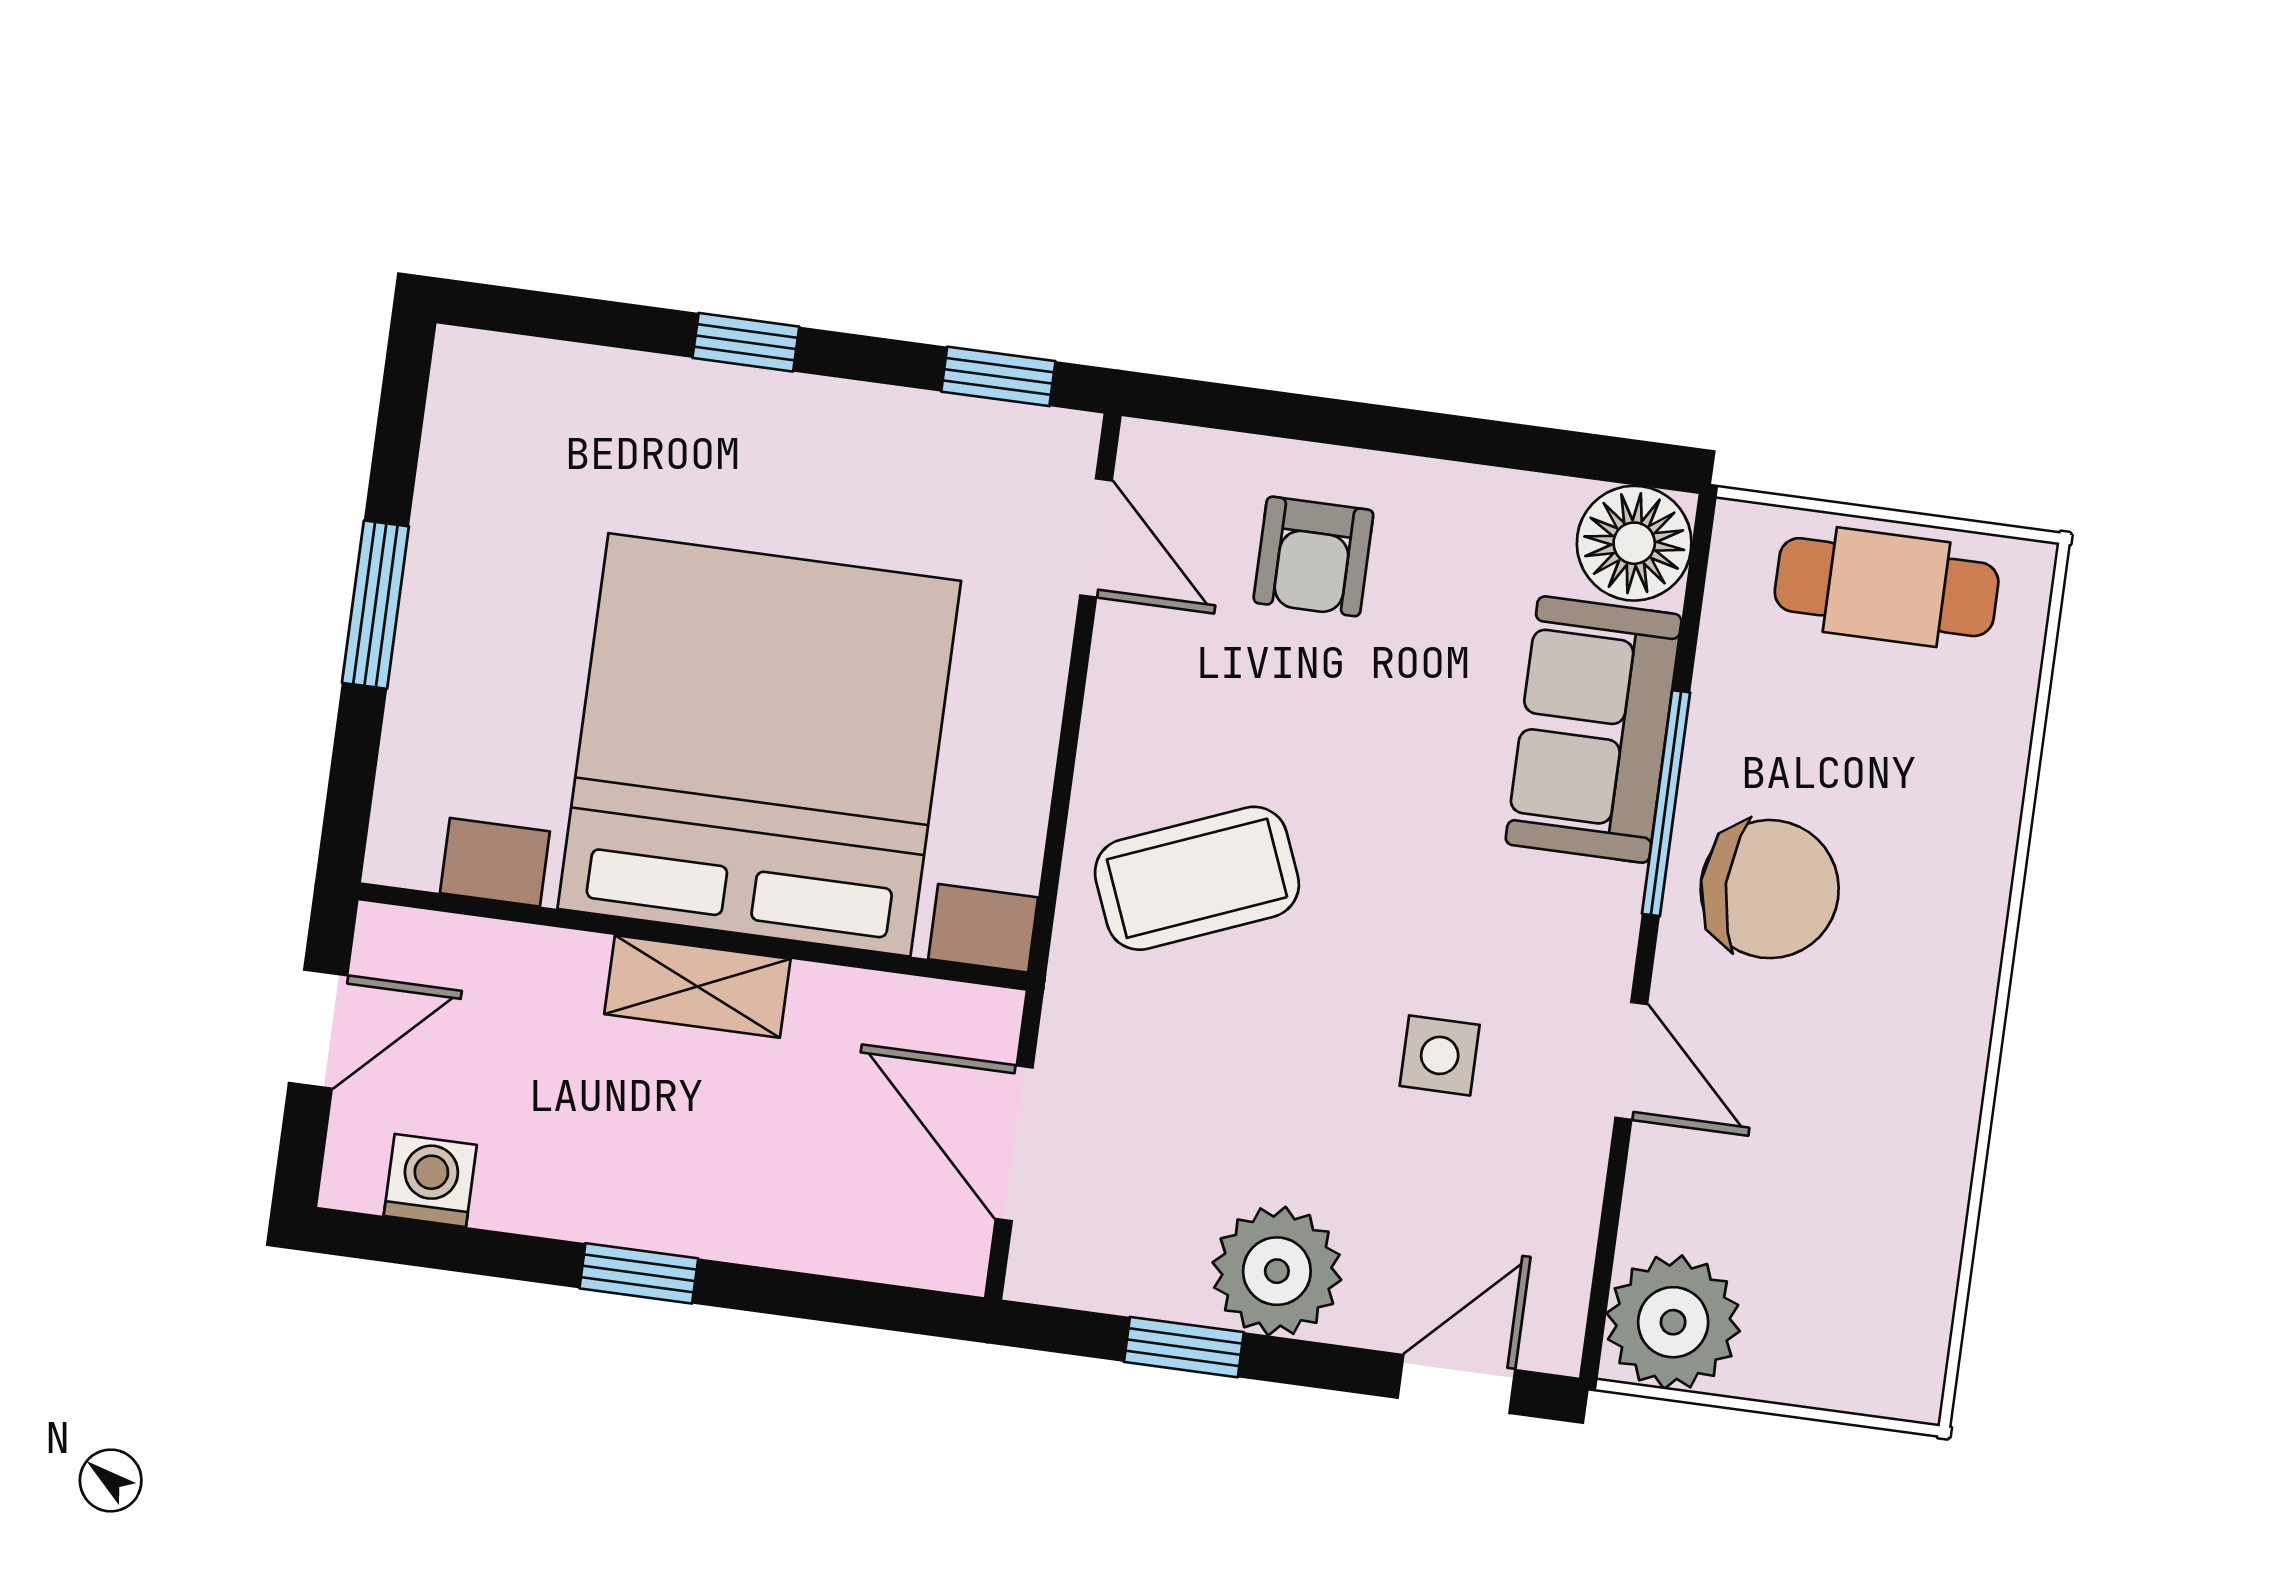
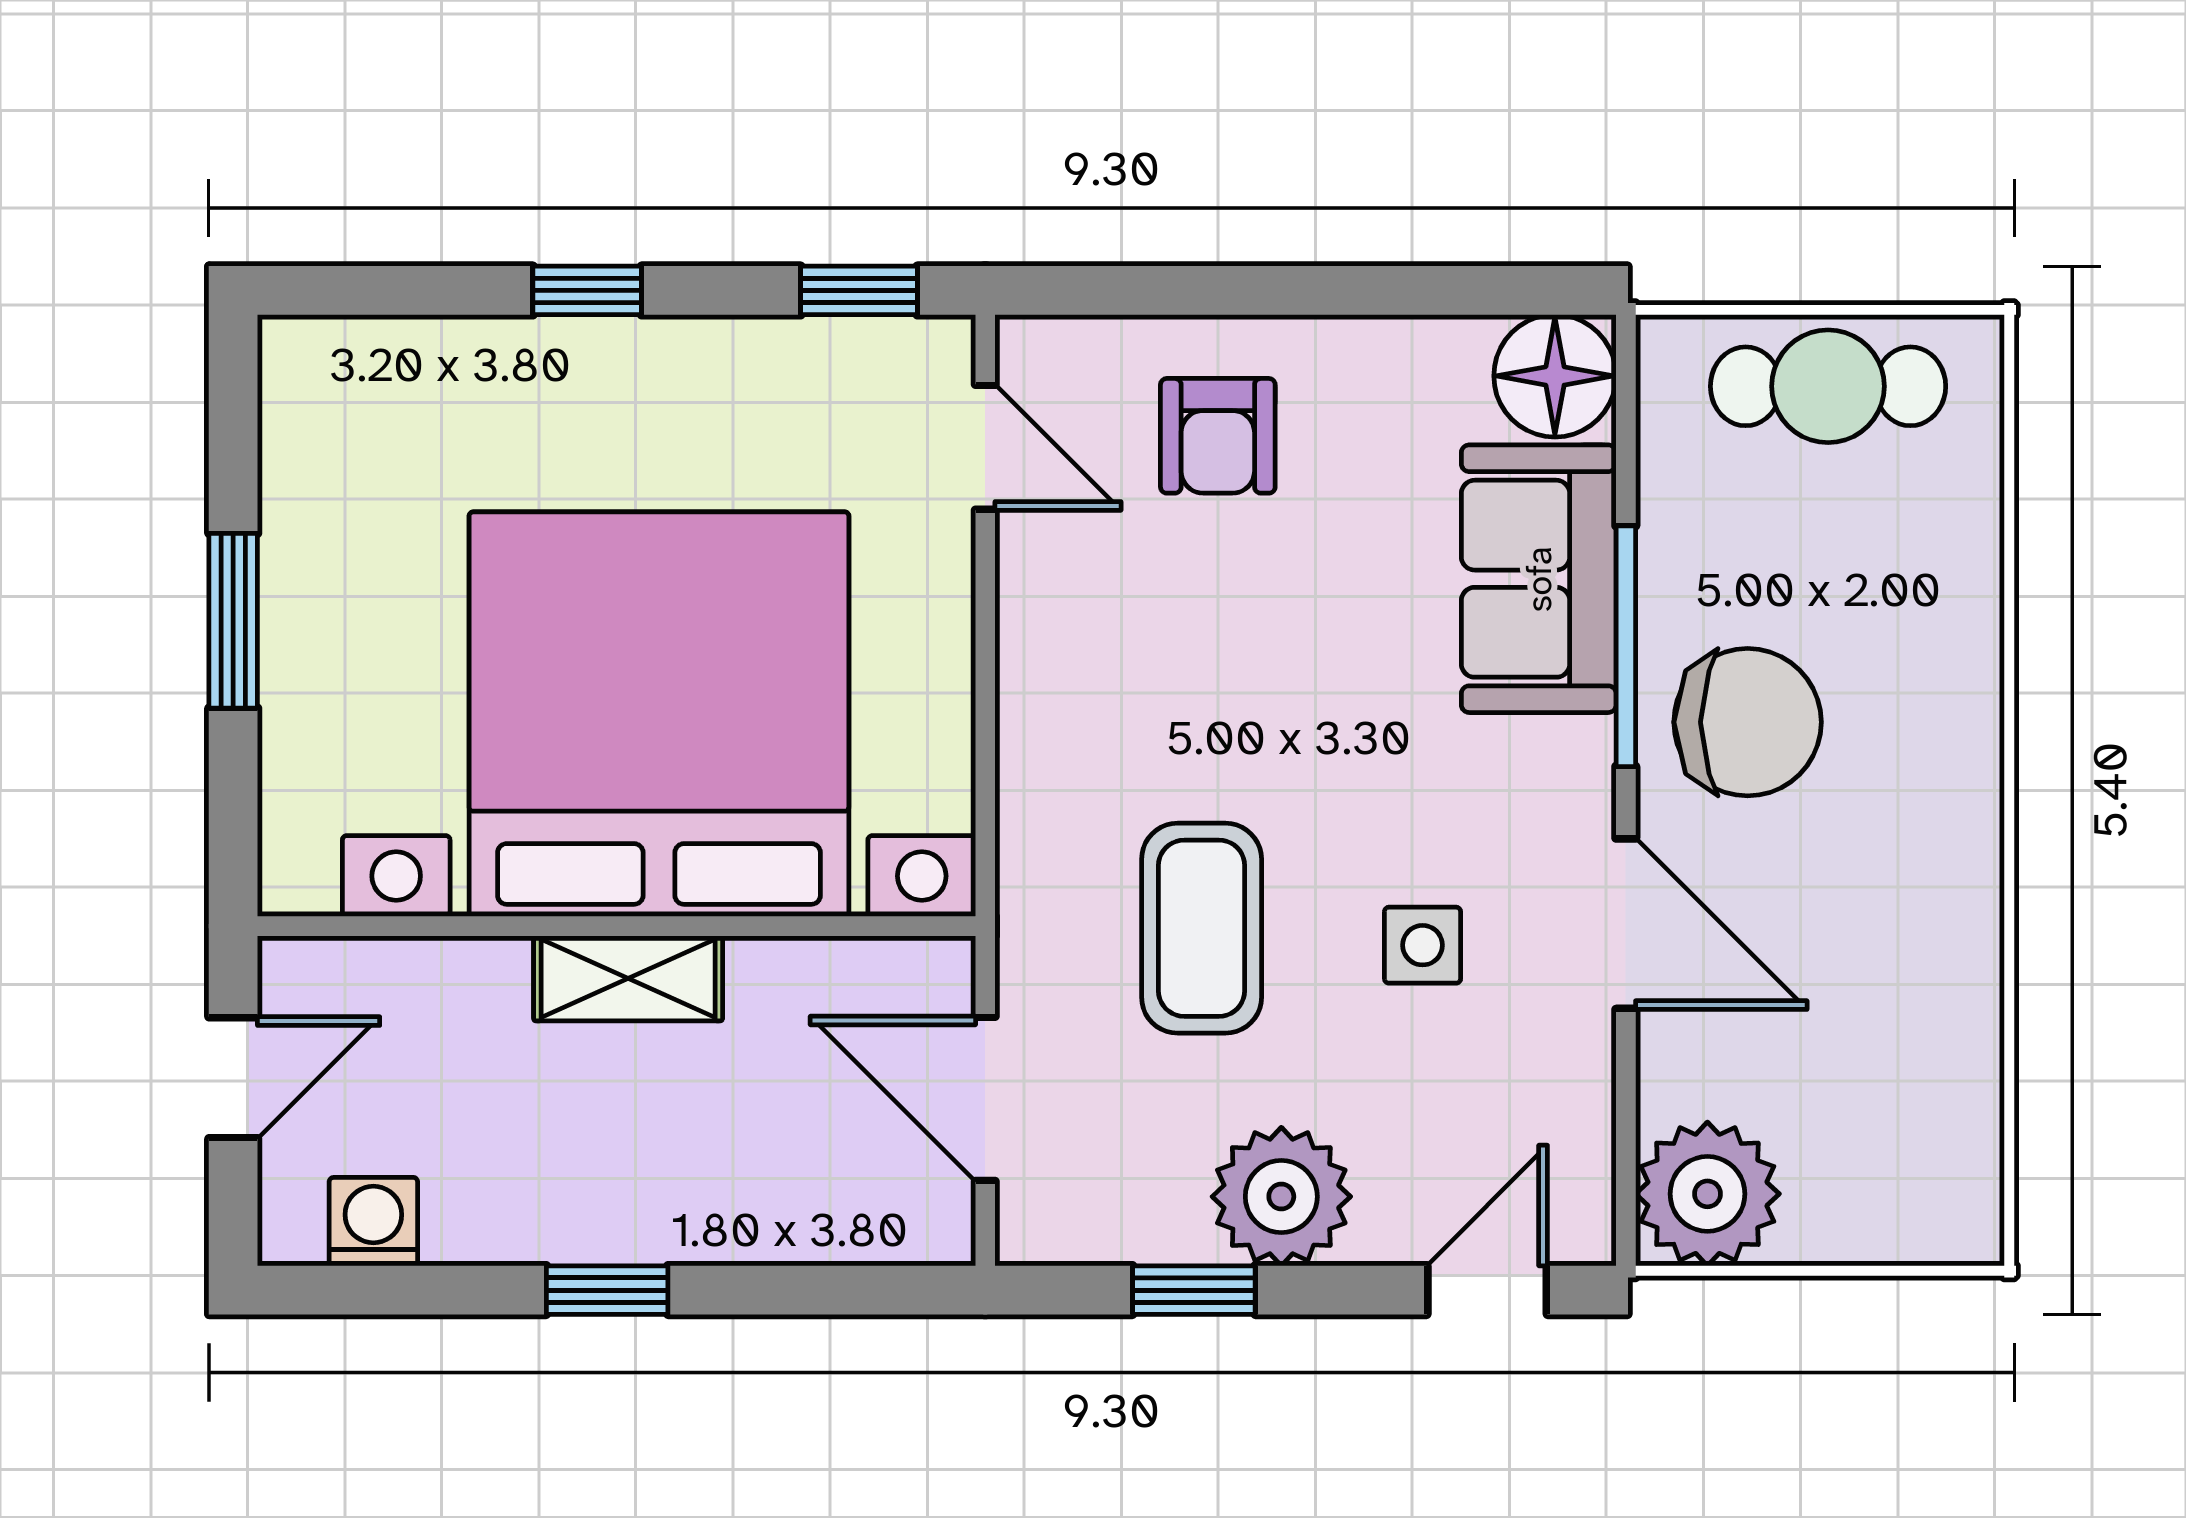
coffee table: (1197, 878) -> (1202, 928), moved, turned -68
door: (1631, 1061) -> (1626, 924), width x1.38

